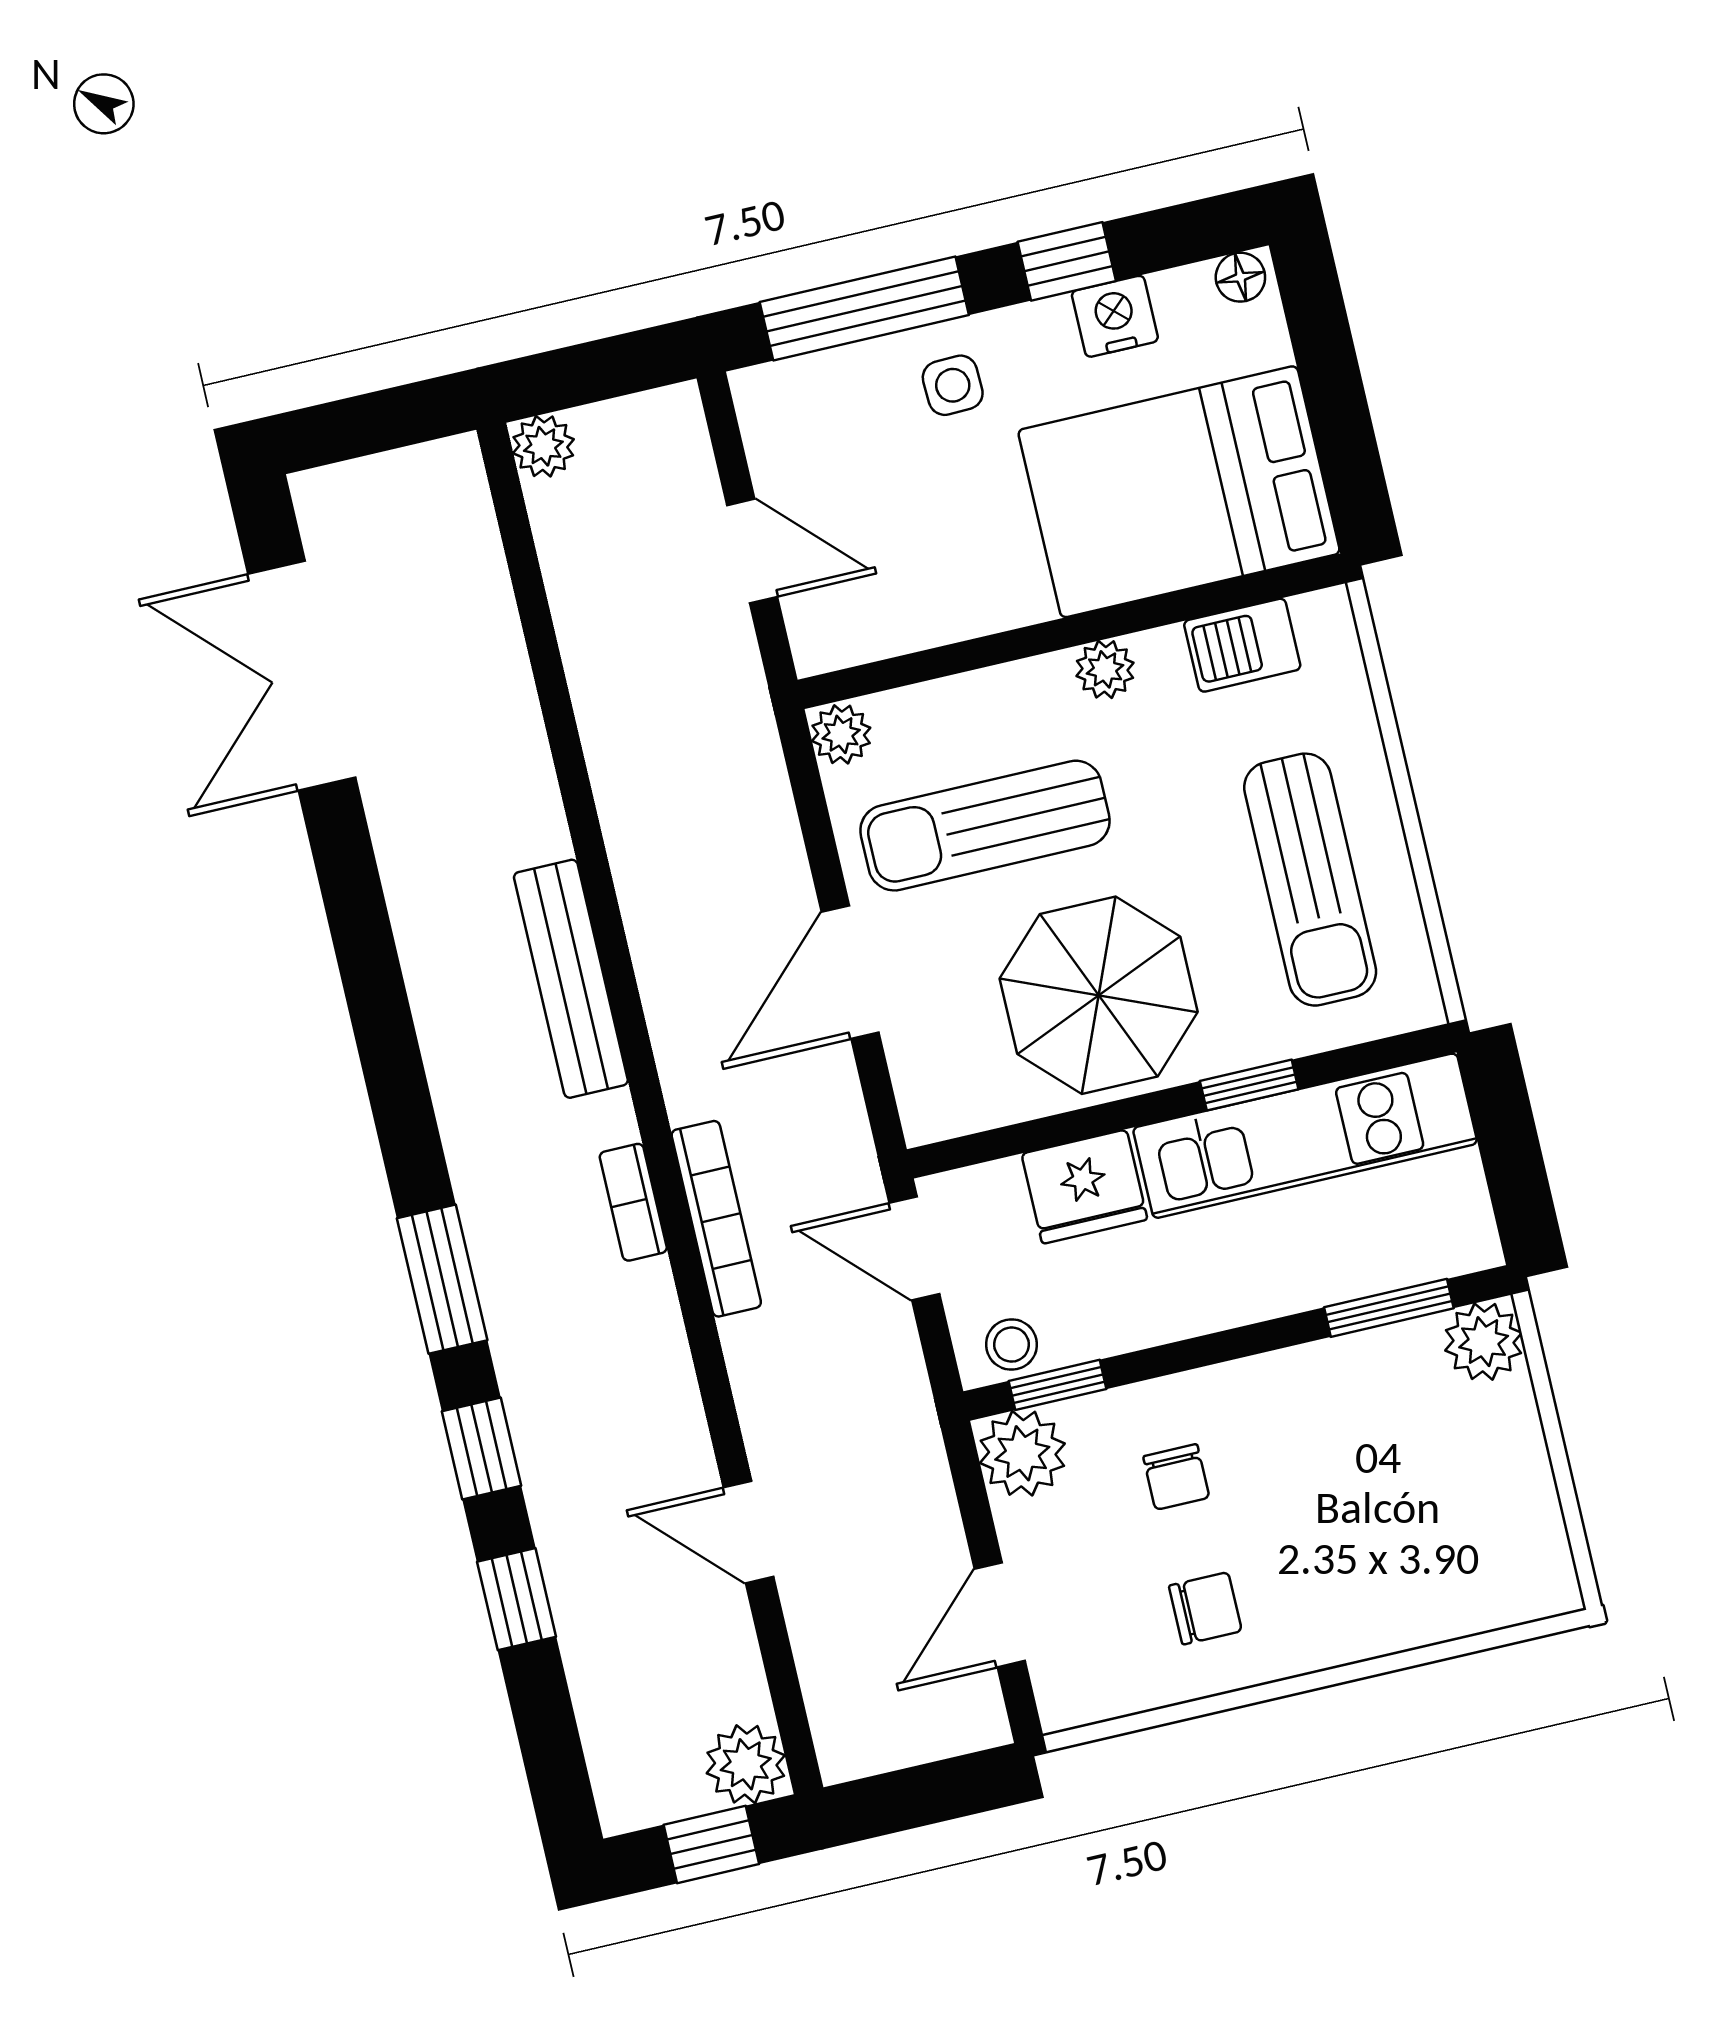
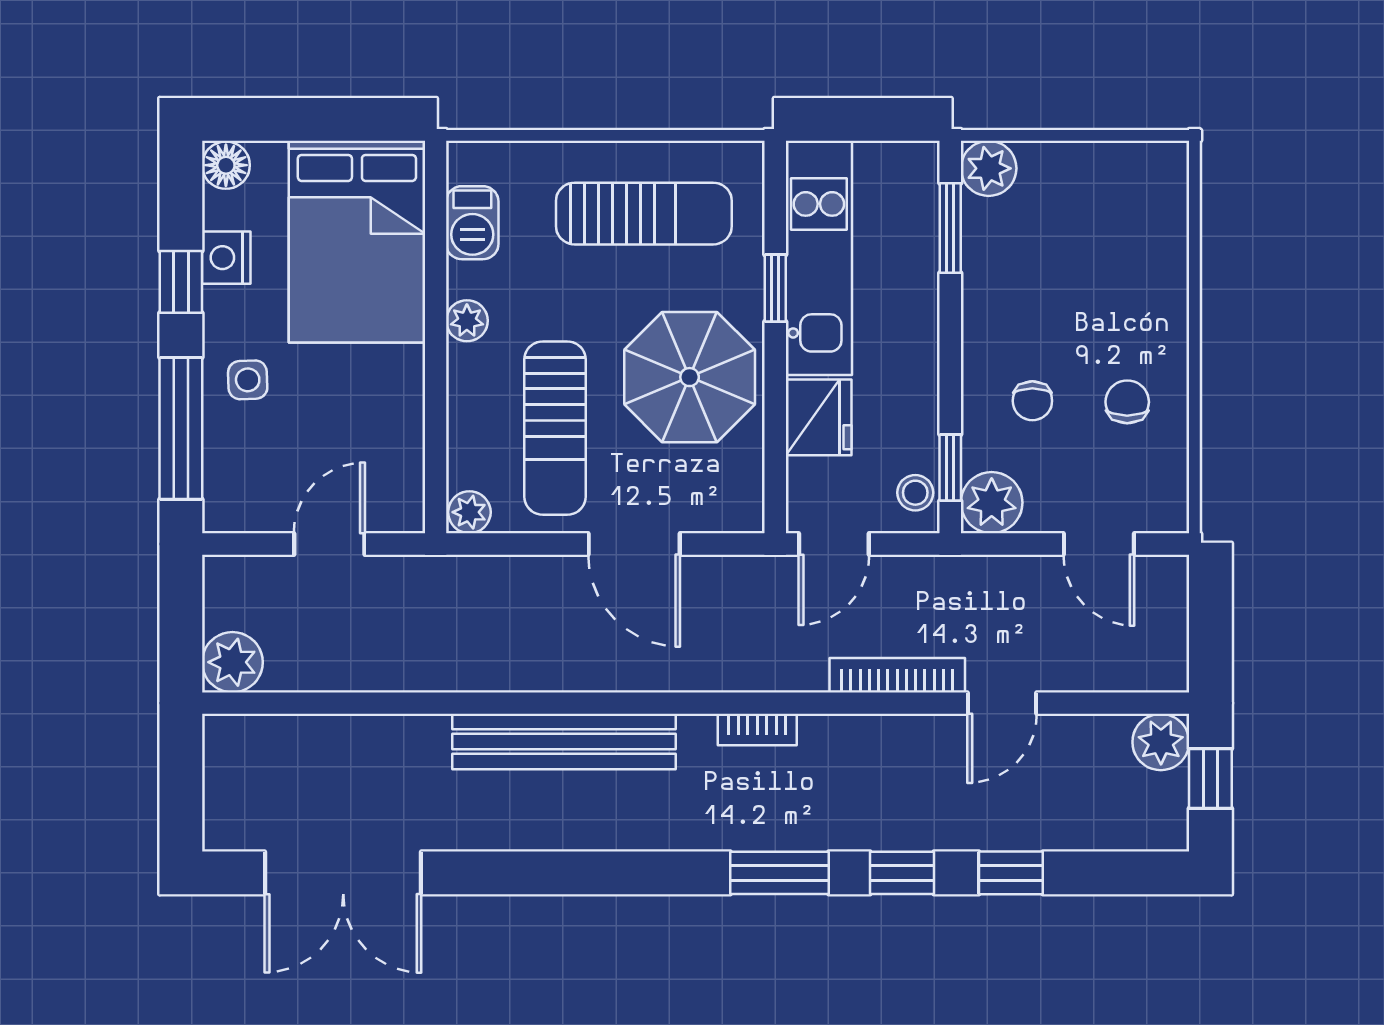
floor lamp: (1240, 277) -> (226, 165), width x1.37, depth x1.37
plant: (543, 446) -> (232, 662), width x1.38, depth x1.38
bench: (571, 979) -> (564, 742), width x1.37, depth x1.21
bookcase: (716, 1219) -> (897, 675), moved
chair: (1176, 1477) -> (1032, 401), turned 90

